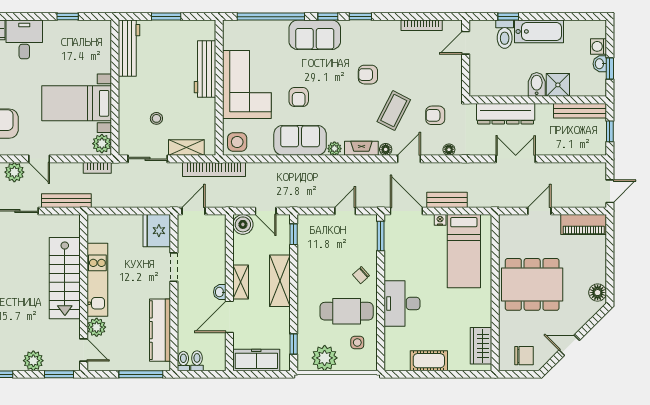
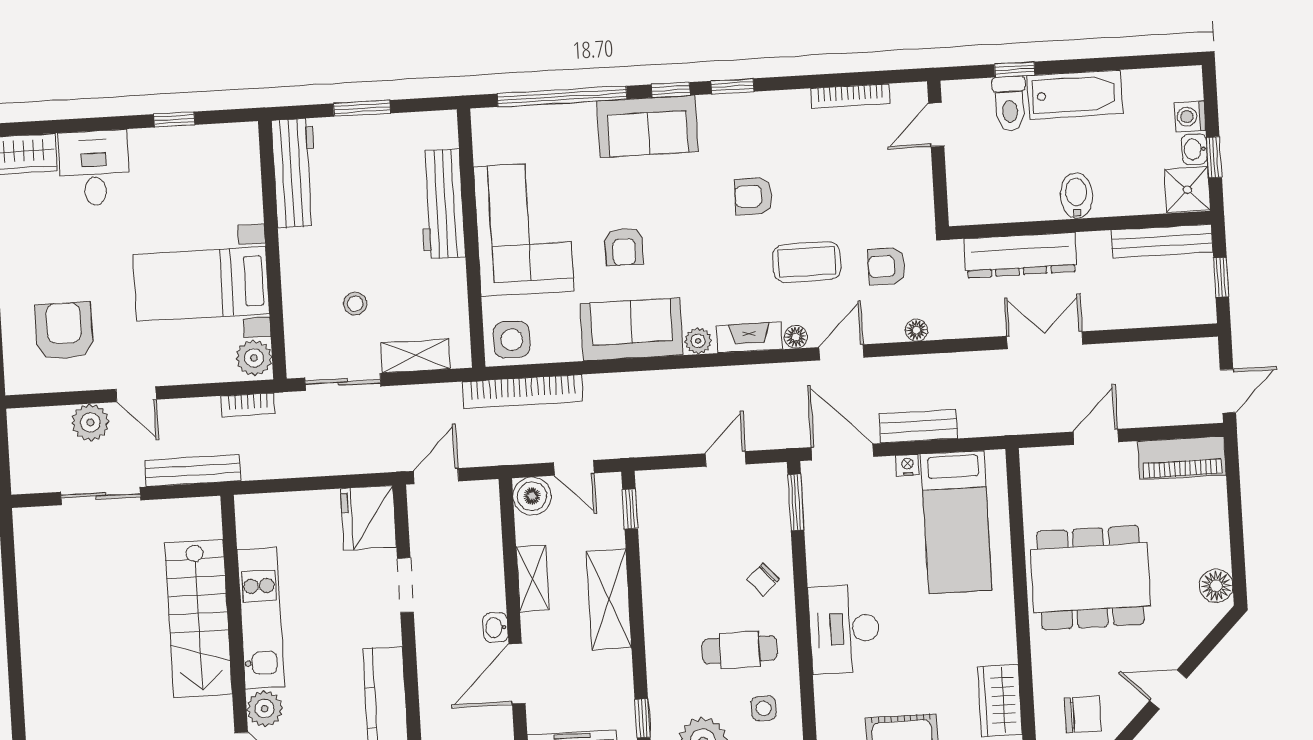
shower: (558, 85) -> (1187, 190), moved
coffee table: (394, 111) -> (807, 262), turned 63
bookcase: (214, 169) -> (523, 391), moved
shelving: (241, 282) -> (533, 578), moved
cafe table: (347, 311) -> (739, 650), width x0.73, depth x0.74

